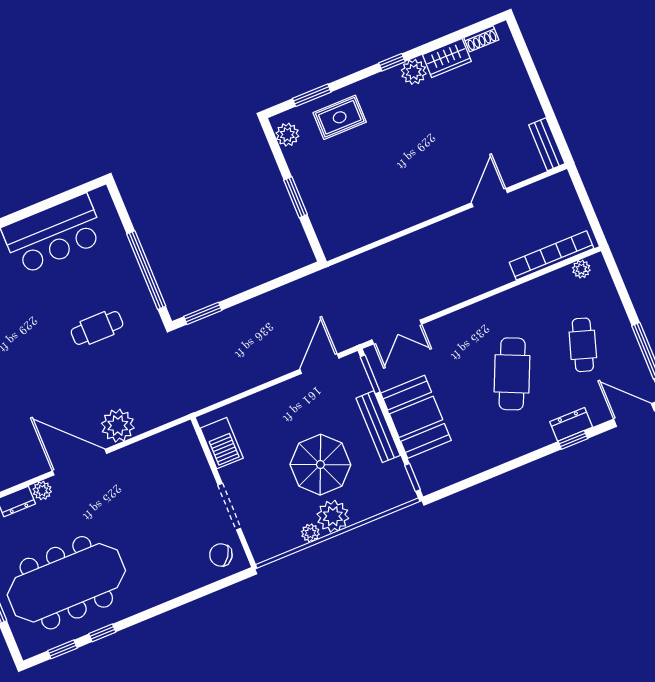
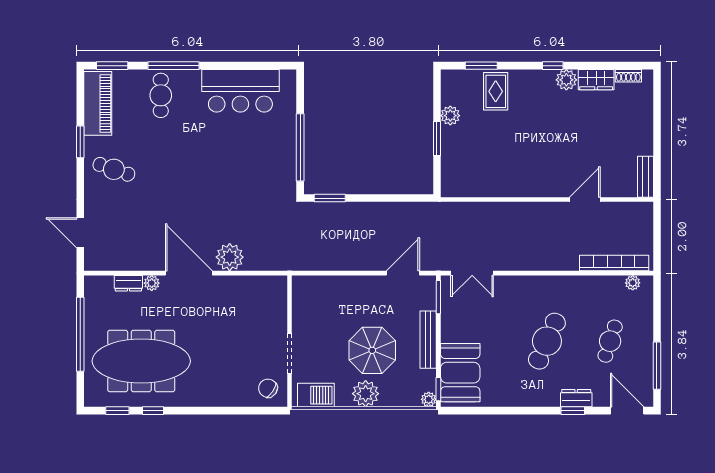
rug: (340, 117) -> (496, 91), turned 90
plant: (287, 135) -> (450, 116), moved
cafe table: (97, 328) -> (244, 176), removed
booth: (416, 417) -> (460, 373), moved
barbecue: (222, 443) -> (316, 395), moved, turned -90
plant: (310, 533) -> (429, 399), moved

